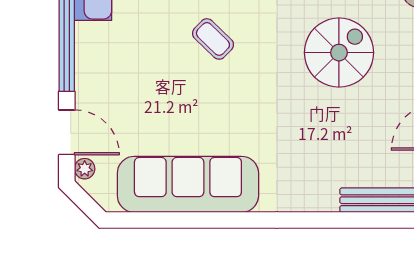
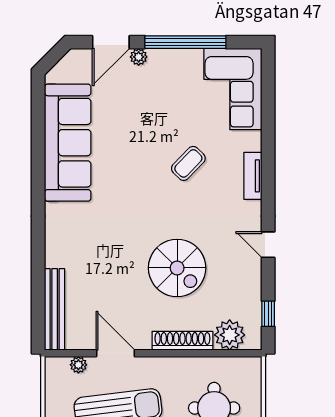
plant: (85, 169) -> (139, 57), moved

